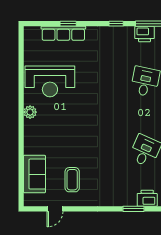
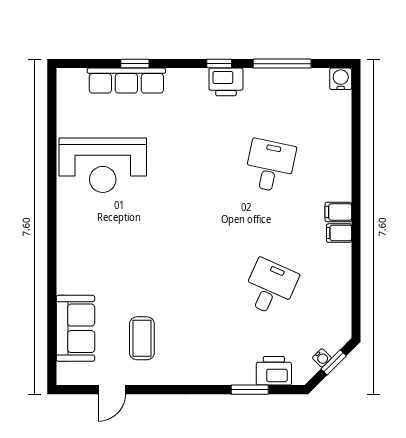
printer: (144, 34) -> (226, 82), moved
plant: (30, 112) -> (68, 219), removed

